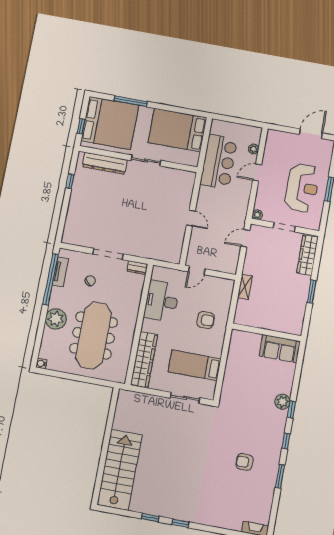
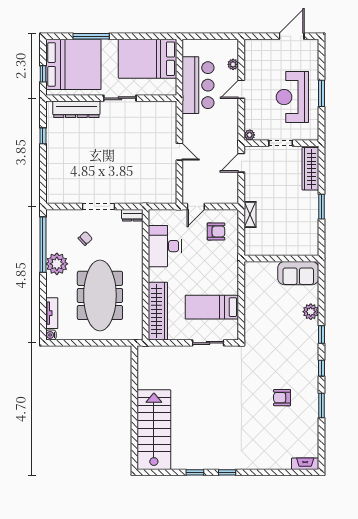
reception desk: (302, 188) -> (292, 97), turned 180
tv unit: (60, 272) -> (52, 313), moved
plant: (56, 319) -> (57, 264), moved
armchair: (206, 320) -> (216, 231), moved
plant: (282, 402) -> (311, 312), moved

